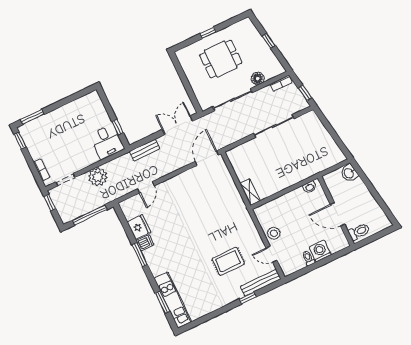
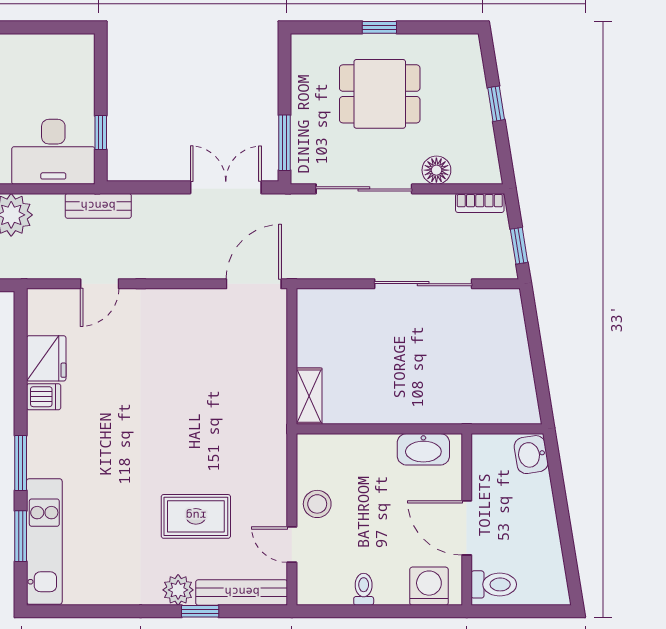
window: (192, 96) -> (284, 143), added
desk: (107, 142) -> (53, 152), width x1.37
bench: (144, 150) -> (98, 206), moved
washbasin: (309, 187) -> (423, 449), width x1.91, depth x1.45
washing machine: (320, 251) -> (429, 586), moved
window: (140, 255) -> (21, 463), moved
plant: (235, 294) -> (178, 590), added

